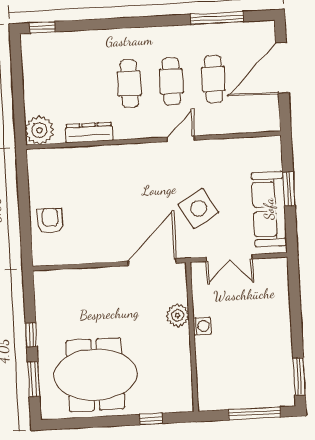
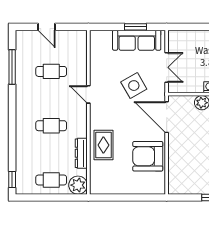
door: (282, 68) -> (46, 27), width x0.53
cafe table: (171, 81) -> (51, 180), moved
rug: (104, 166) -> (103, 145), added
window: (289, 189) -> (136, 27), moved
armchair: (50, 221) -> (148, 156), moved, width x1.88, depth x1.88

